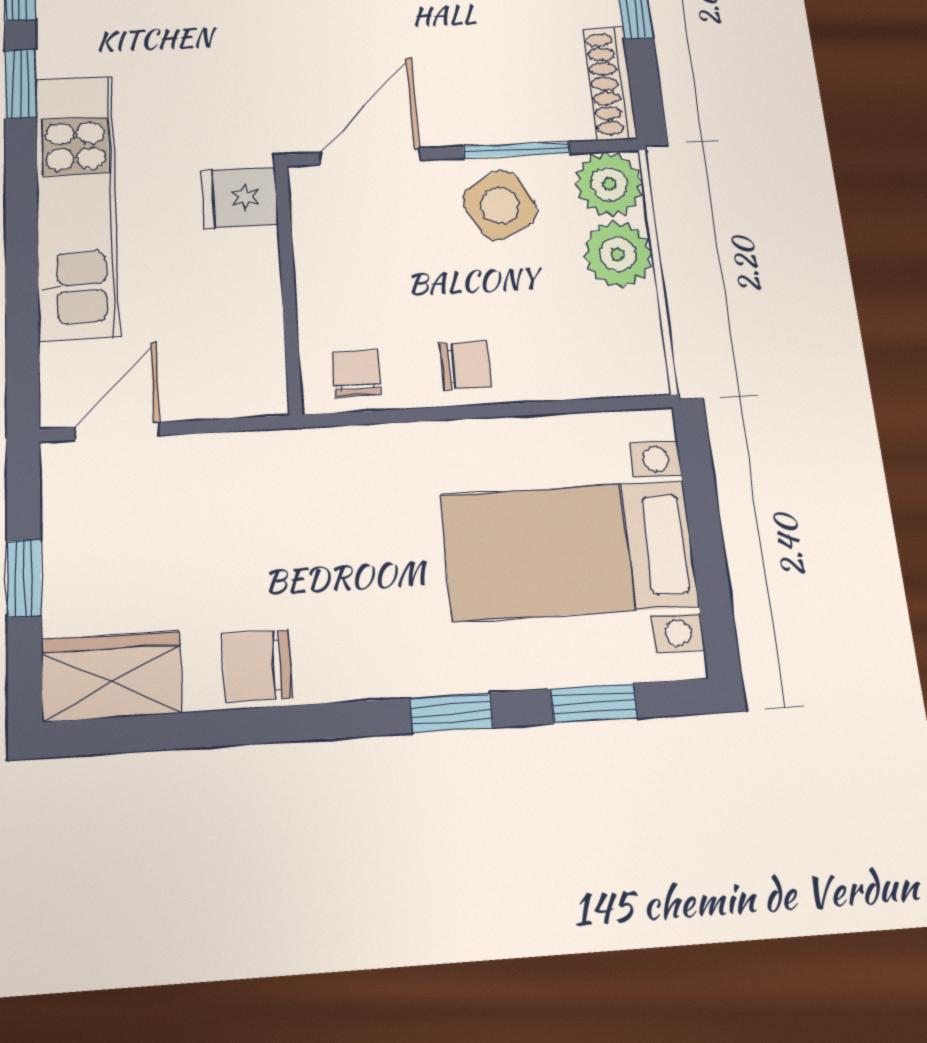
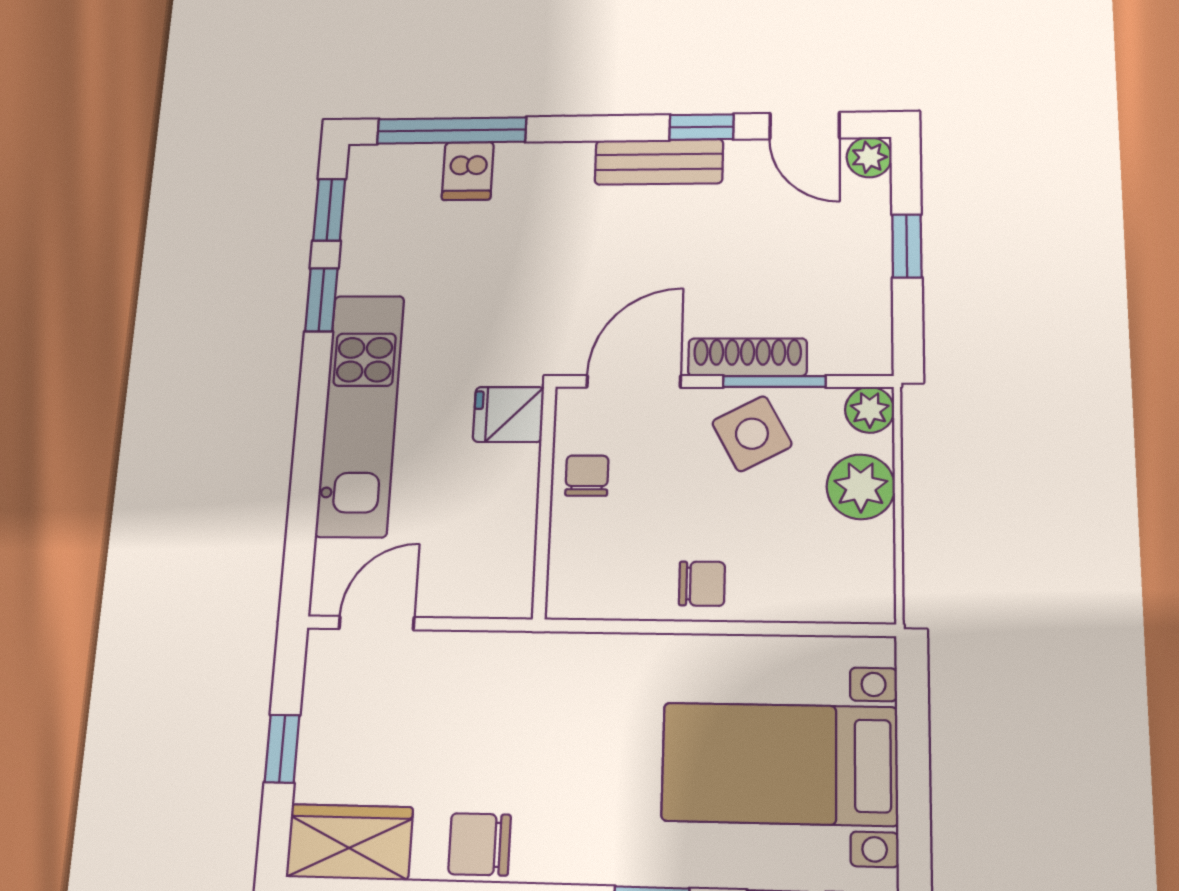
shoe rack: (610, 83) -> (747, 357), moved, turned 90
plant: (609, 184) -> (870, 410), width x0.73, depth x0.73
chair: (356, 374) -> (587, 476), moved

